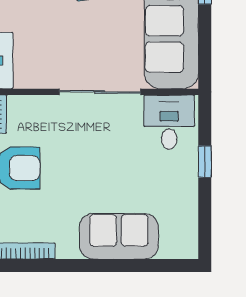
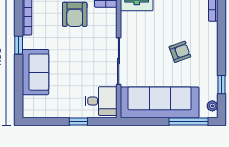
window: (72, 265) -> (19, 45), added

